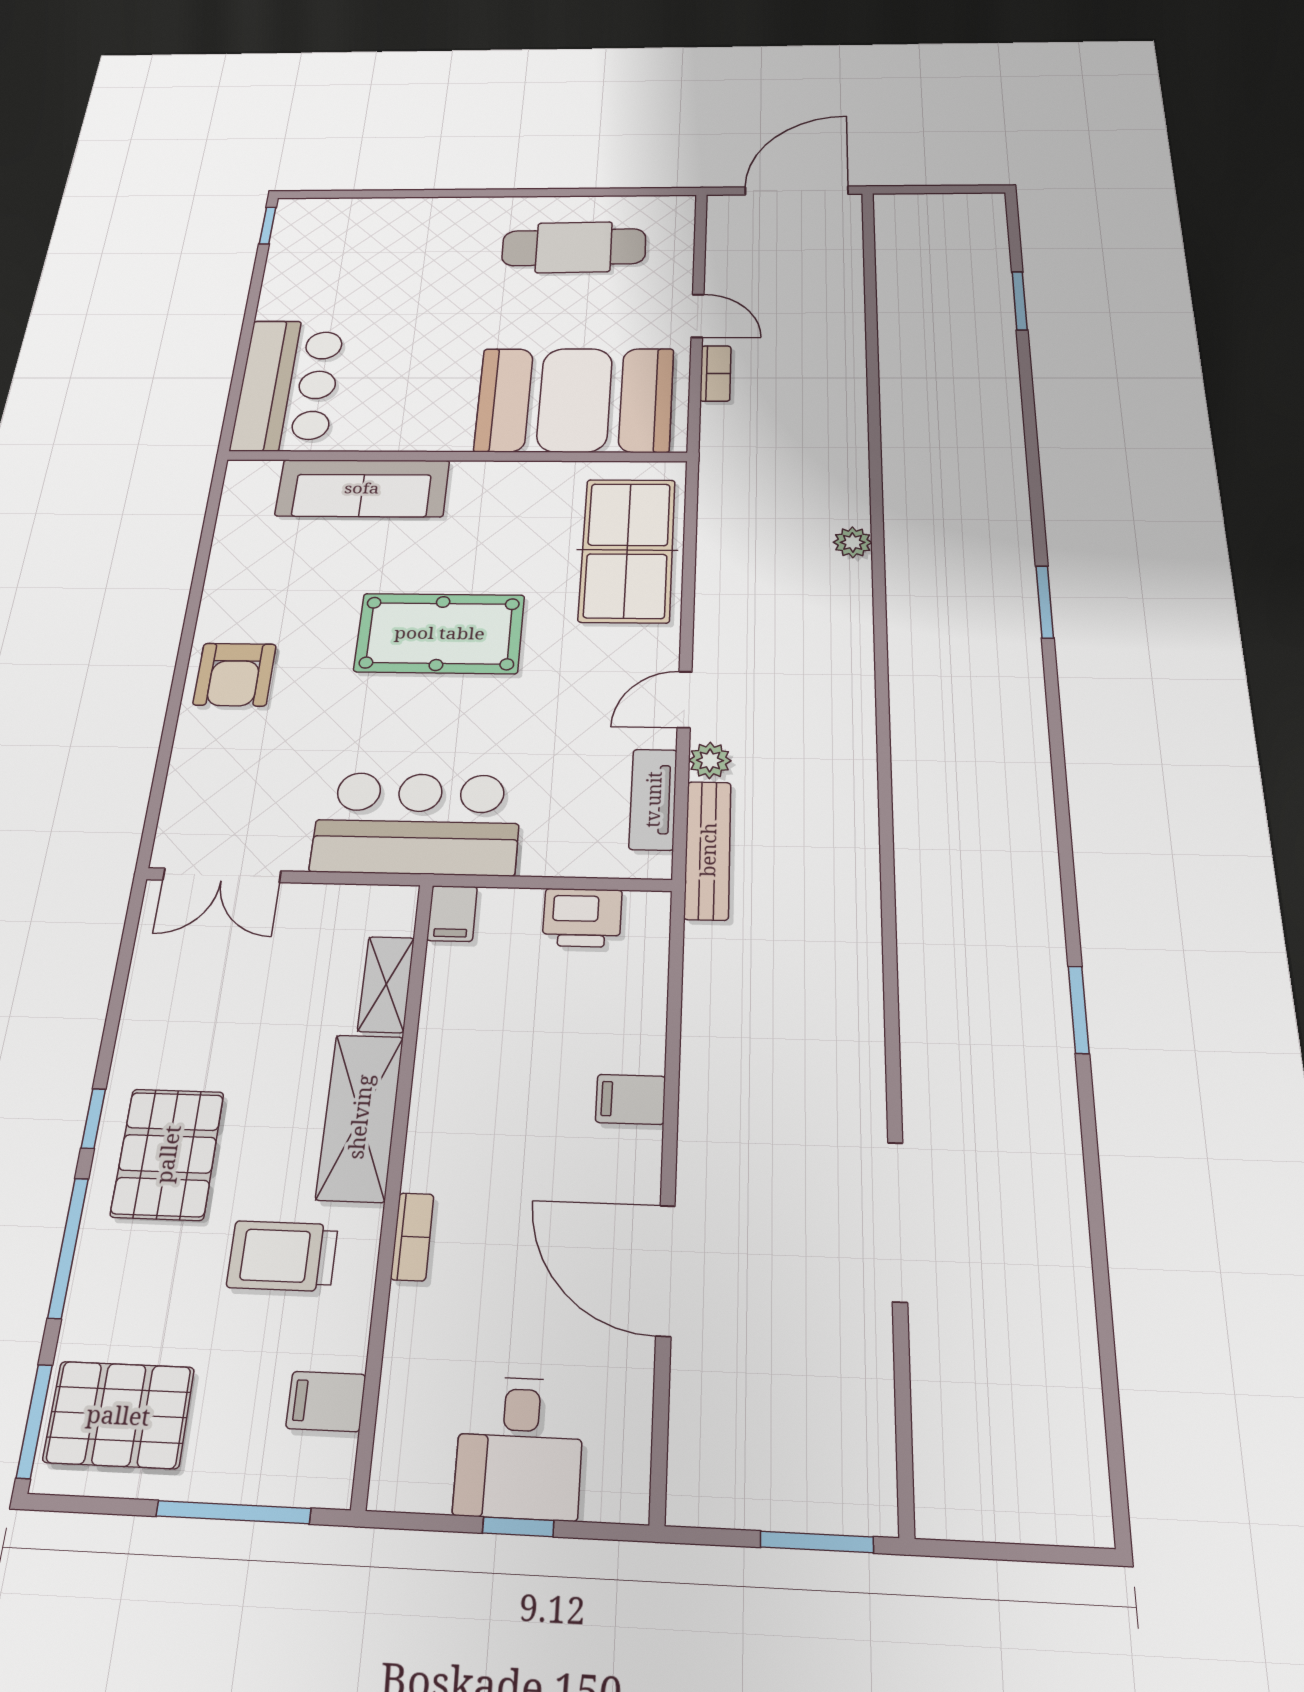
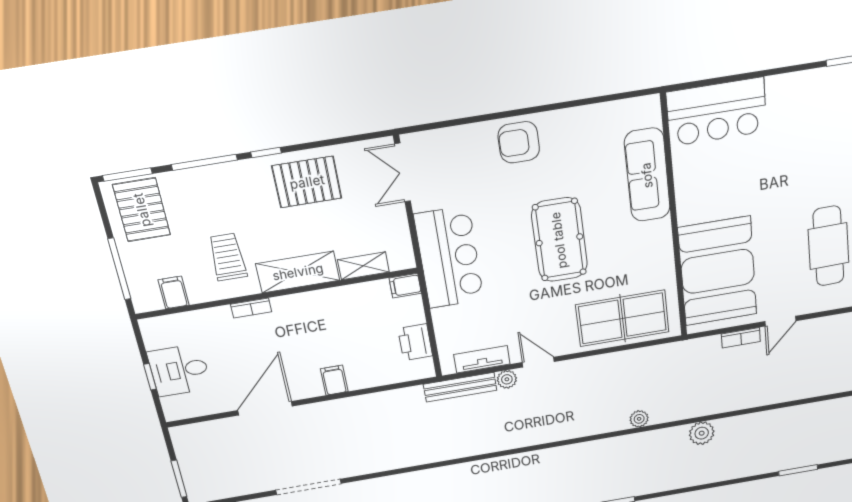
plant: (907, 444) -> (702, 433), added
pallet: (168, 1154) -> (307, 182), moved

